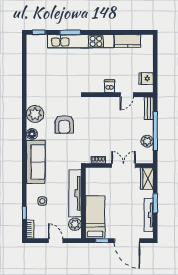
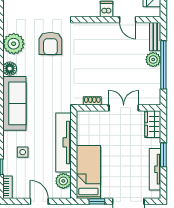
door: (127, 95) -> (128, 20), hinge flipped
armchair: (64, 124) -> (50, 43), moved
plant: (147, 141) -> (153, 60), moved

